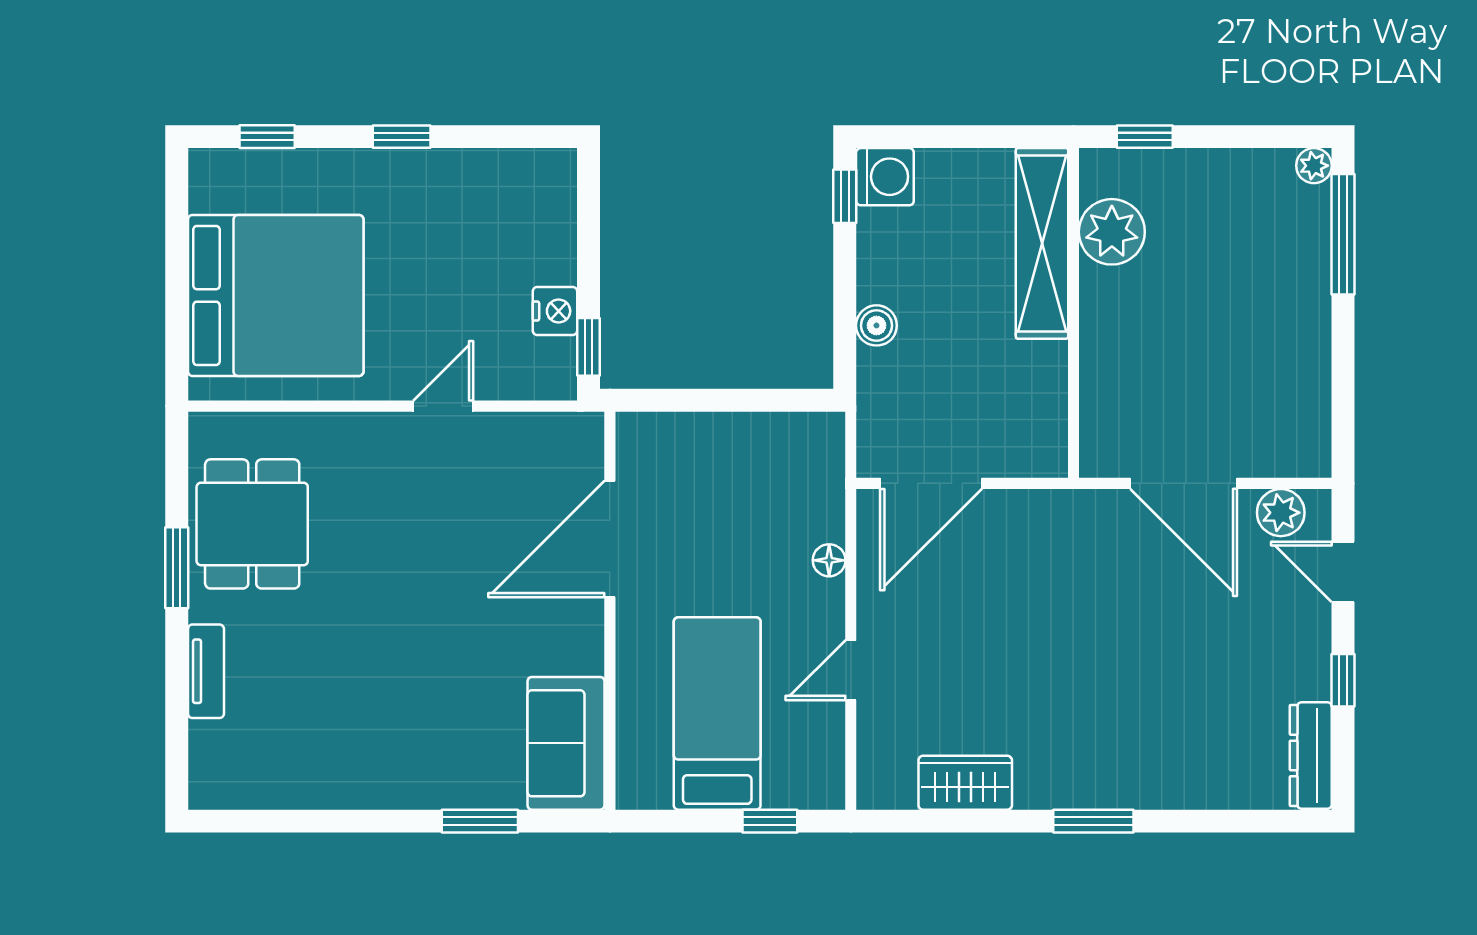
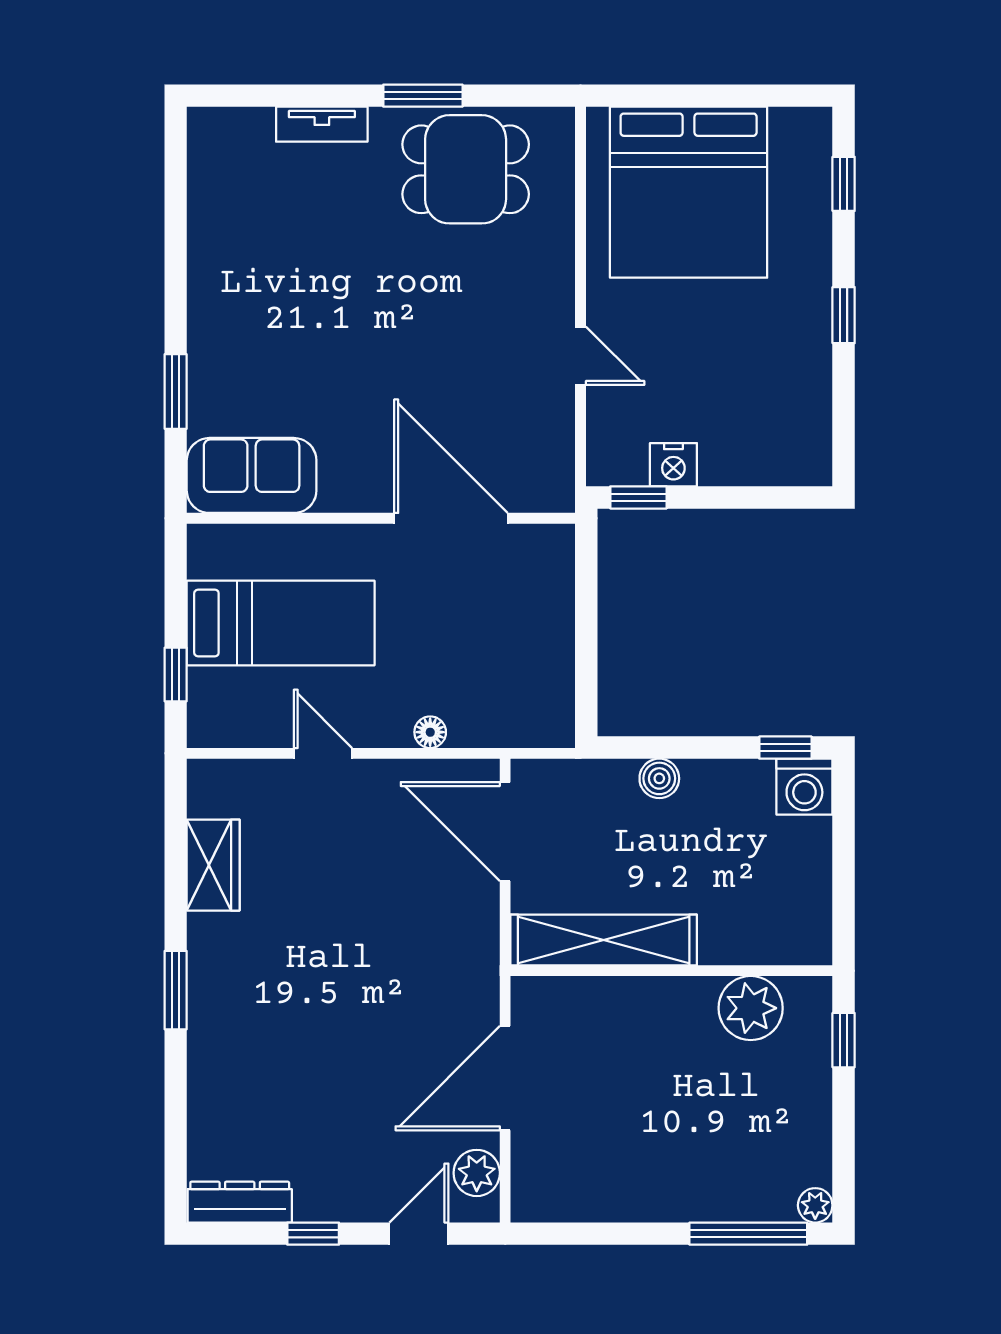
shelving: (1042, 243) -> (604, 940), moved

